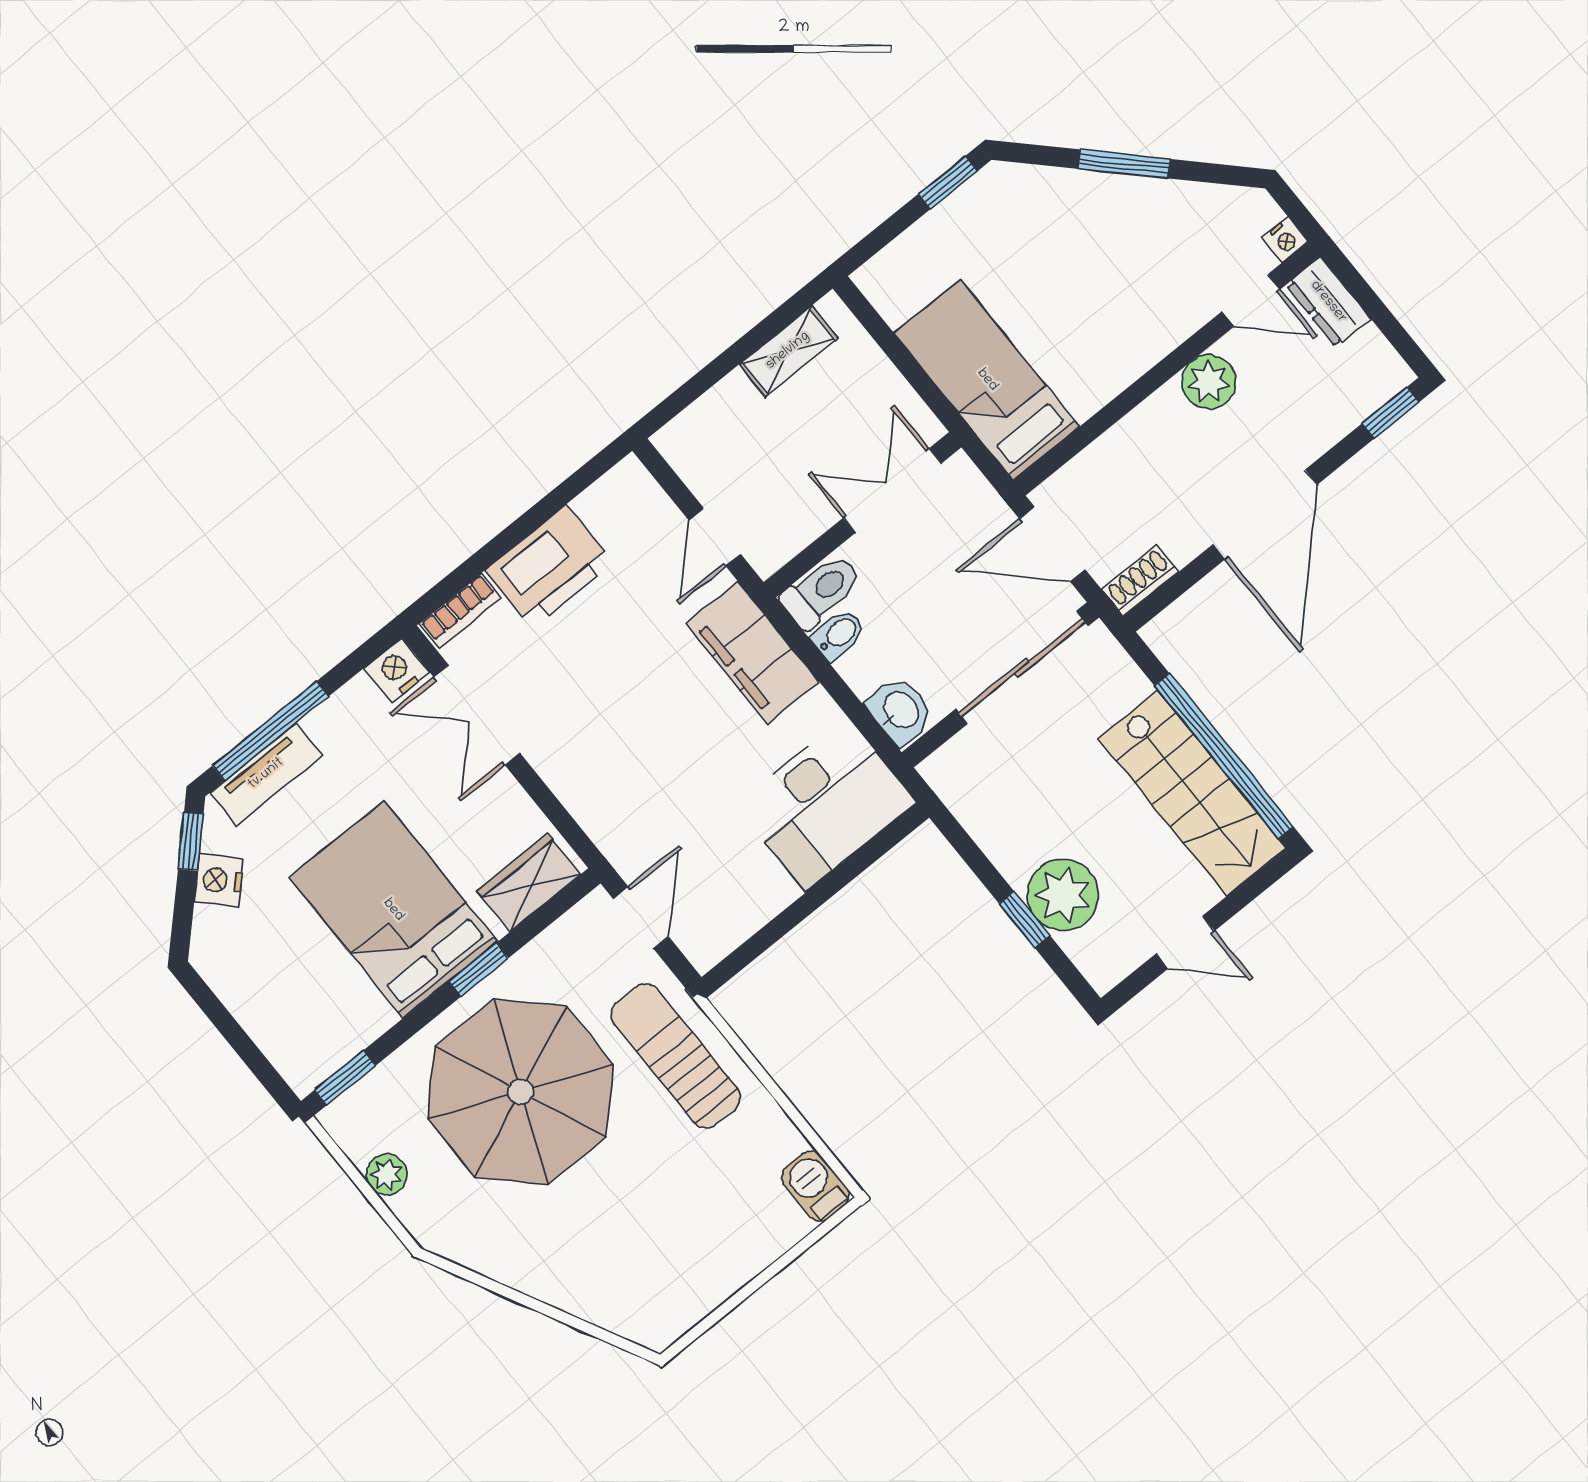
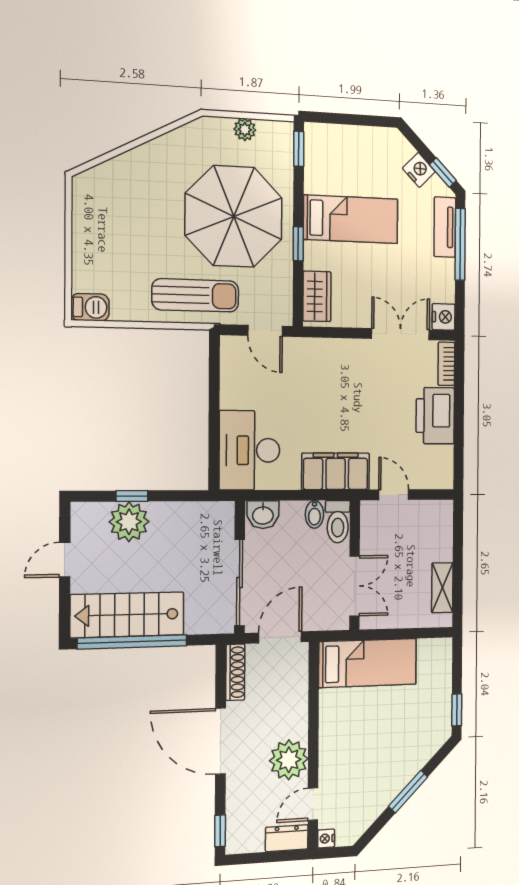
plant: (1209, 382) -> (289, 760), width x1.36, depth x1.36
shoe rack: (1140, 581) -> (235, 672), width x1.43
bed: (393, 910) -> (351, 219), width x0.67

